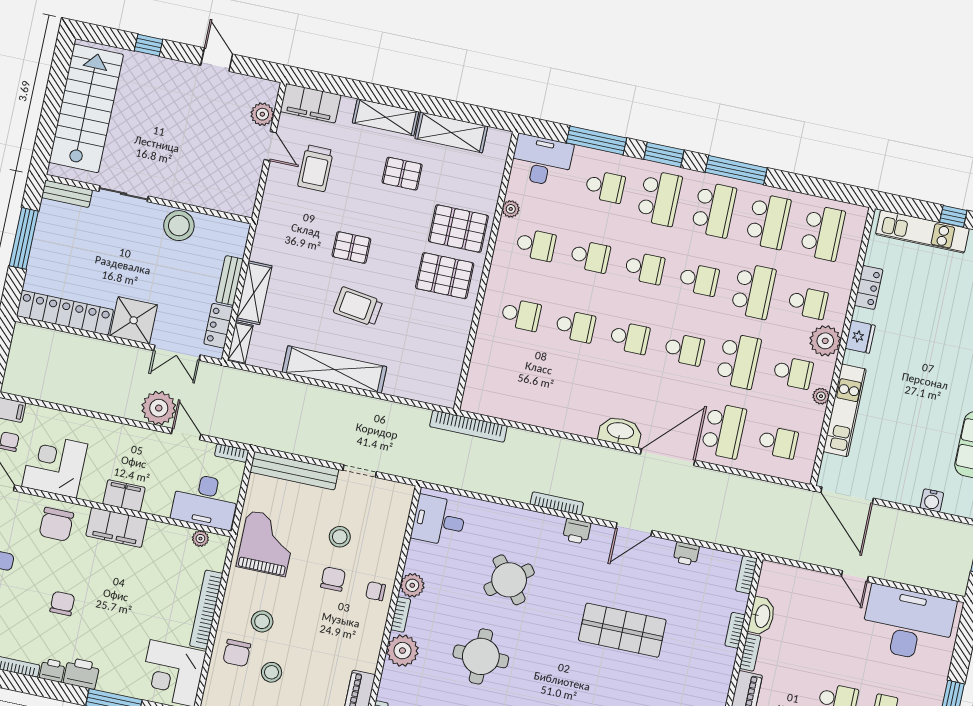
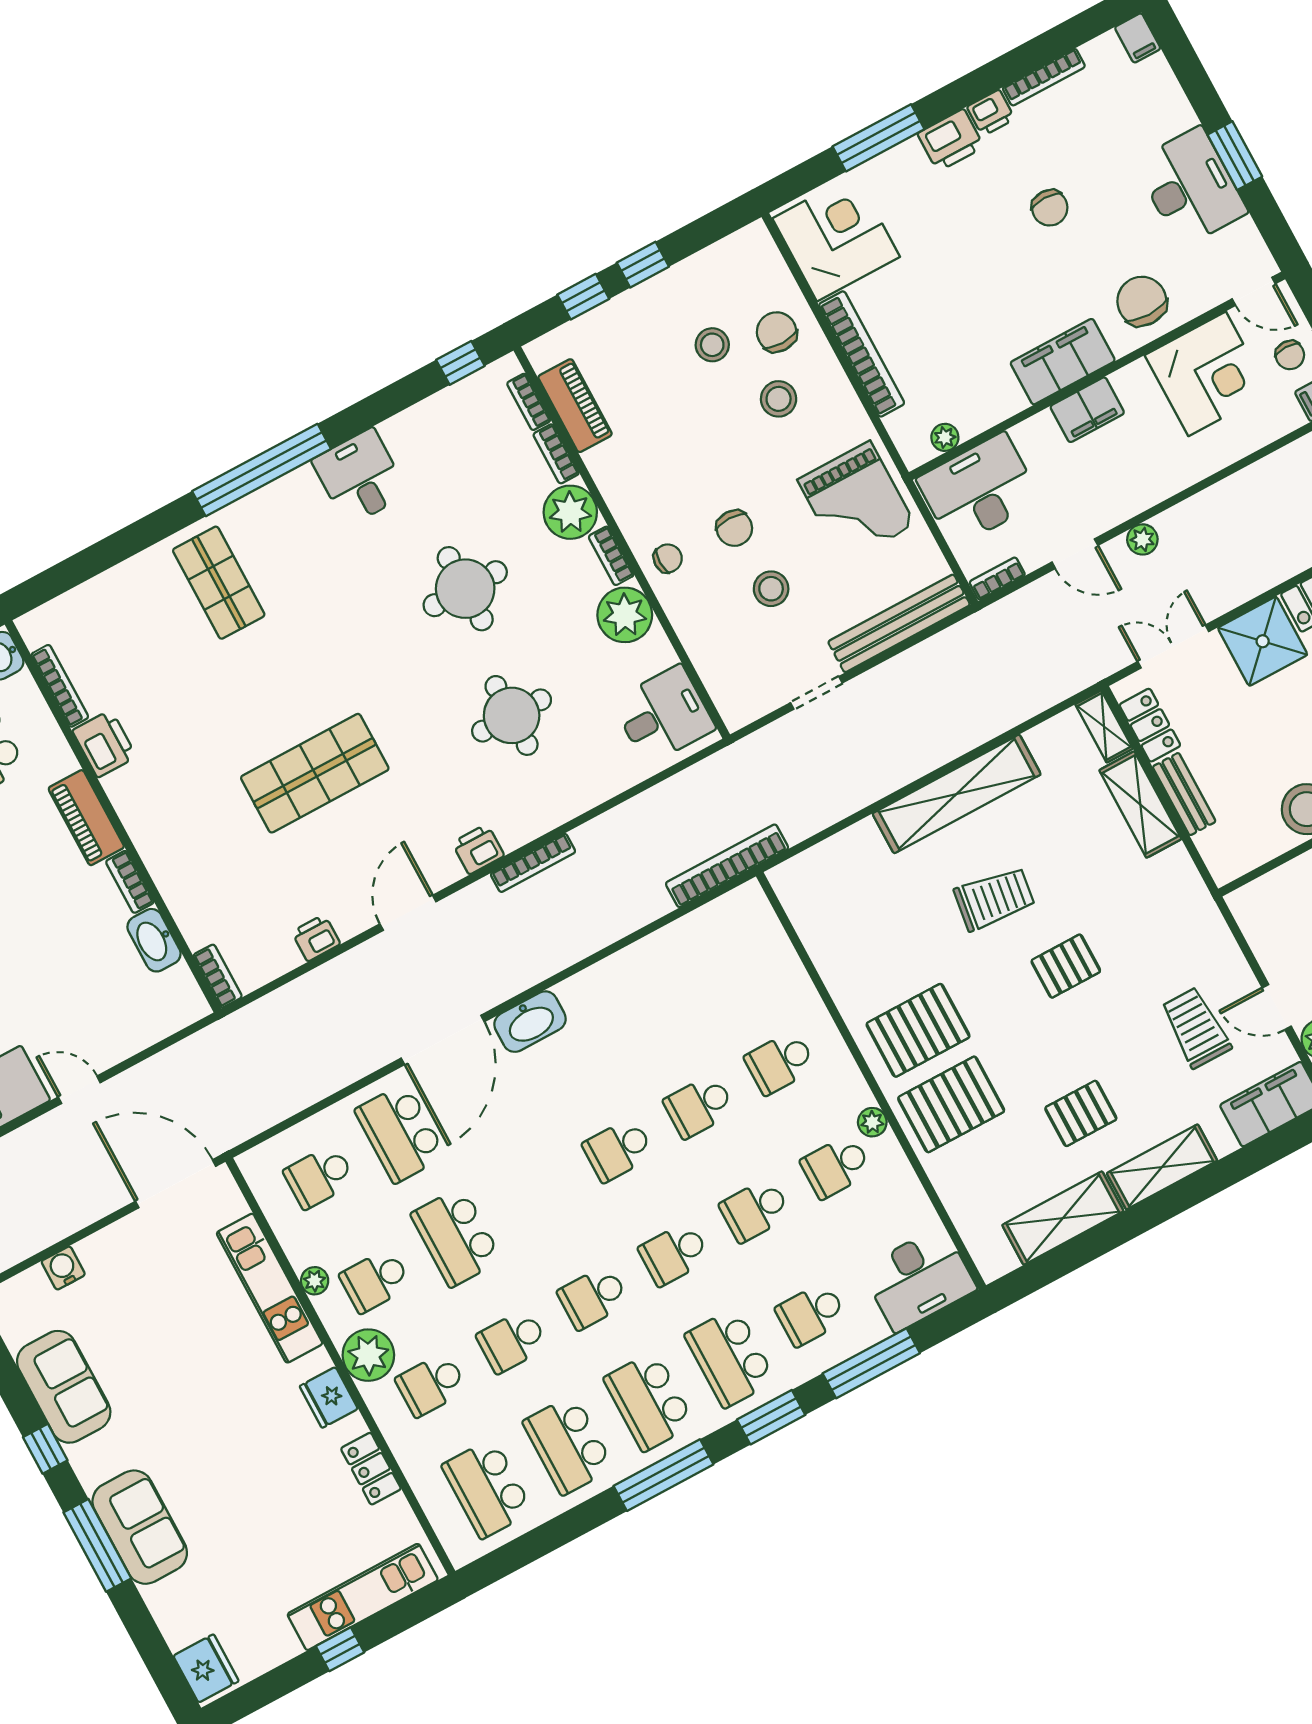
plant: (511, 209) -> (872, 1122), moved
school desk: (753, 291) -> (512, 1341), width x0.54
school desk: (684, 349) -> (537, 1193), removed
plant: (159, 408) -> (1142, 539), width x0.53, depth x0.53
round table: (509, 580) -> (512, 715), turned 38
plant: (412, 585) -> (625, 615), width x1.36, depth x1.36
bookcase: (735, 630) -> (556, 454), moved, turned 180

